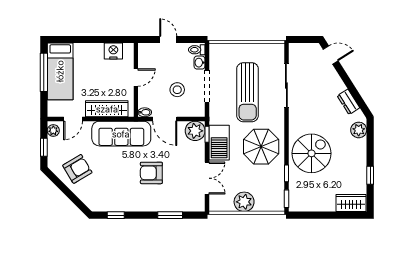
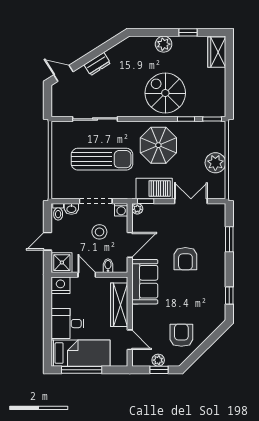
nightstand: (113, 51) -> (60, 285), moved, turned 90
shower: (148, 53) -> (62, 263), added
door: (331, 55) -> (63, 73), hinge flipped
desk: (89, 59) -> (67, 324), added
dresser: (349, 102) -> (97, 64), moved
washing machine: (199, 111) -> (121, 210), added
bidet: (145, 112) -> (108, 266), moved
plant: (53, 130) -> (158, 360), moved
plant: (359, 130) -> (164, 44), moved
plant: (195, 131) -> (137, 209), width x0.53, depth x0.53
sofa: (121, 134) -> (145, 282), width x0.73
armchair: (77, 169) -> (181, 335), turned 31

